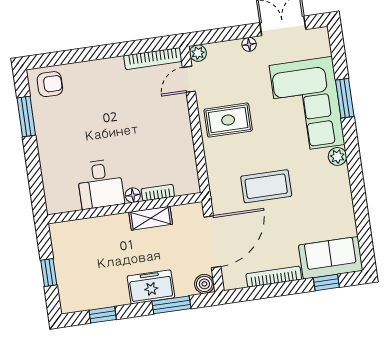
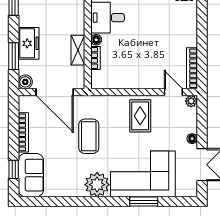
plant: (337, 156) -> (97, 185), width x1.88, depth x1.88

